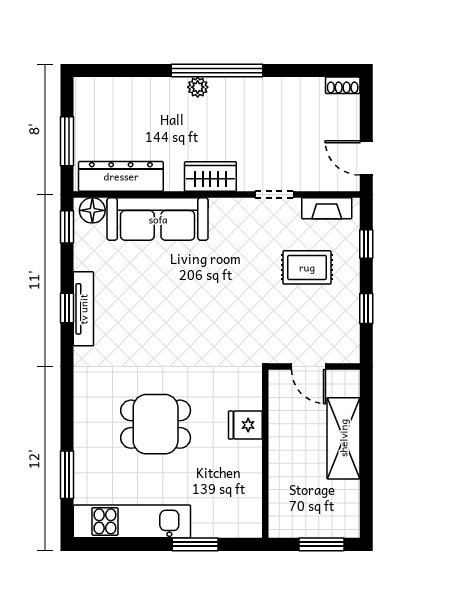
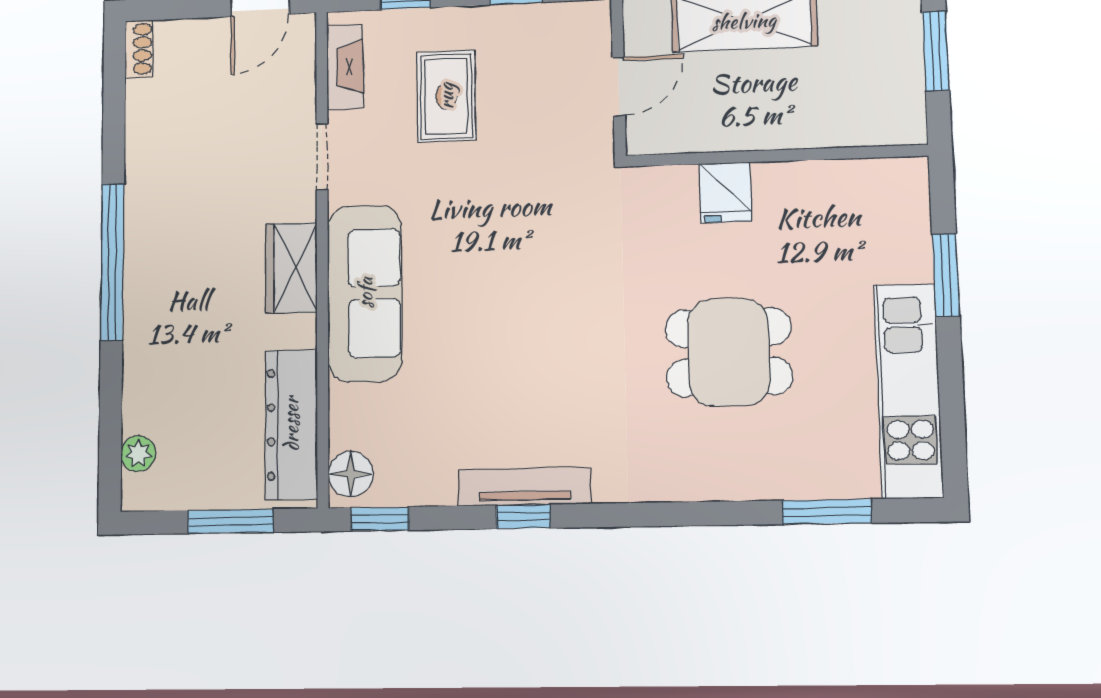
plant: (198, 87) -> (138, 454), moved
sofa: (158, 219) -> (365, 293), moved
dining table: (156, 424) -> (729, 352), turned 90

